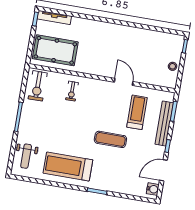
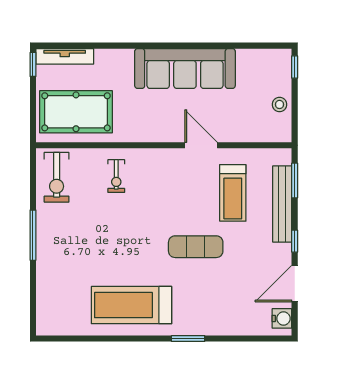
sofa: (122, 36) -> (185, 69), added
treadmill: (137, 112) -> (233, 193), turned 180
weight bench: (26, 156) -> (57, 300), removed

